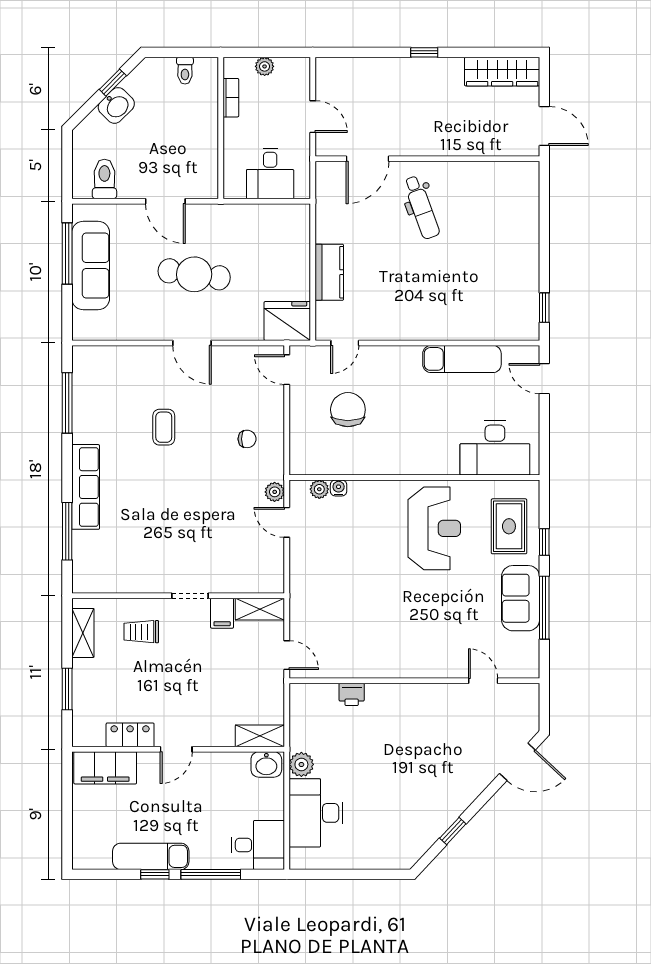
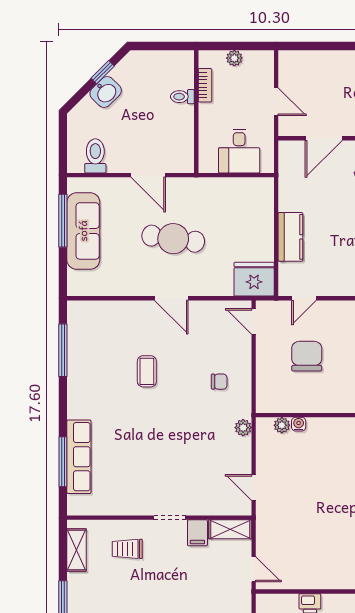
toilet: (185, 71) -> (182, 97), moved, turned 90
row of seats: (86, 487) -> (79, 457), moved
door: (287, 522) -> (254, 488), moved

